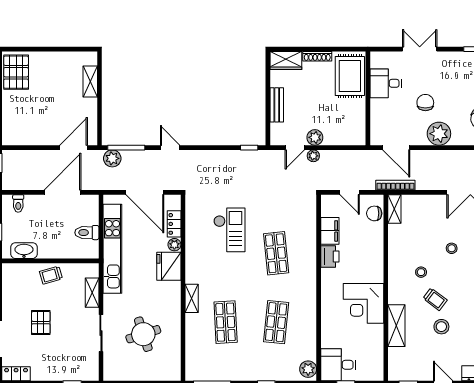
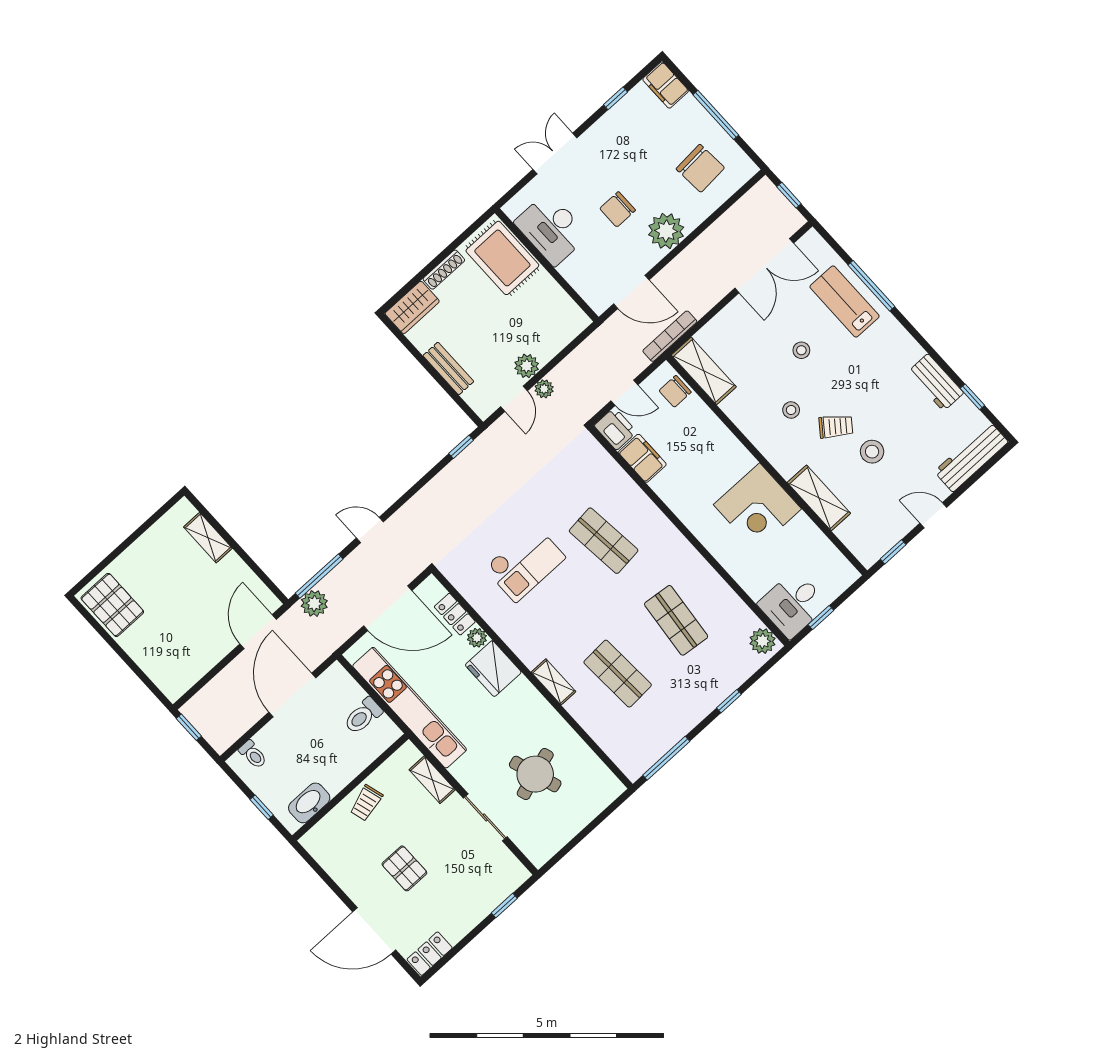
desk: (386, 83) -> (551, 229), width x1.37
chair: (425, 103) -> (618, 209), turned -90
shelving: (394, 209) -> (704, 371), width x1.50, depth x1.33
checkout: (229, 230) -> (525, 563), turned 90
printer: (330, 257) -> (615, 429), moved

